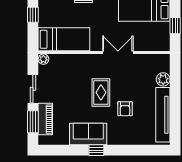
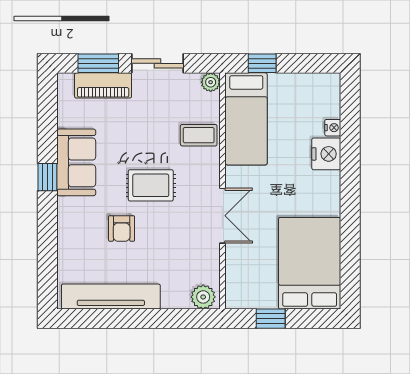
window: (33, 15) -> (262, 63), moved
coffee table: (73, 66) -> (199, 135), added
plant: (163, 79) -> (203, 297), moved
armchair: (125, 109) -> (122, 229), turned -90

